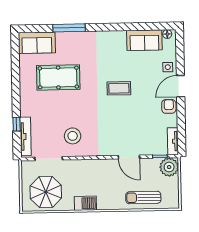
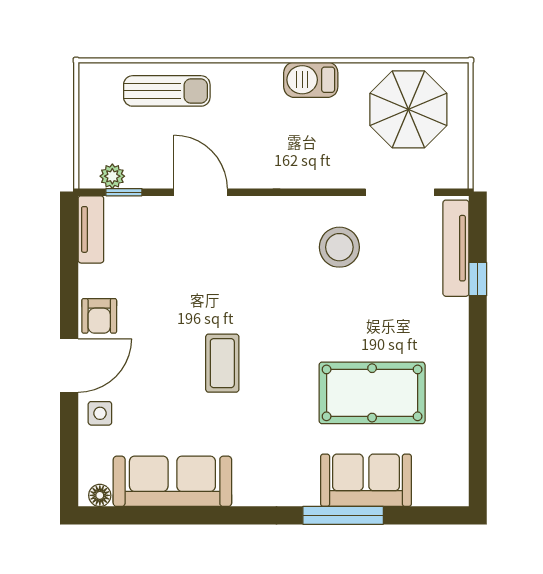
sofa: (144, 40) -> (172, 481), width x1.36
sofa: (37, 43) -> (366, 480), moved
coffee table: (119, 88) -> (222, 363), turned 90
plant: (169, 167) -> (112, 176), width x0.53, depth x0.53

